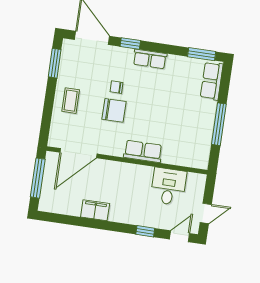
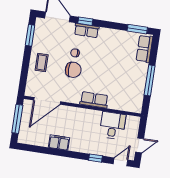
row of seats: (150, 59) -> (87, 30), moved

